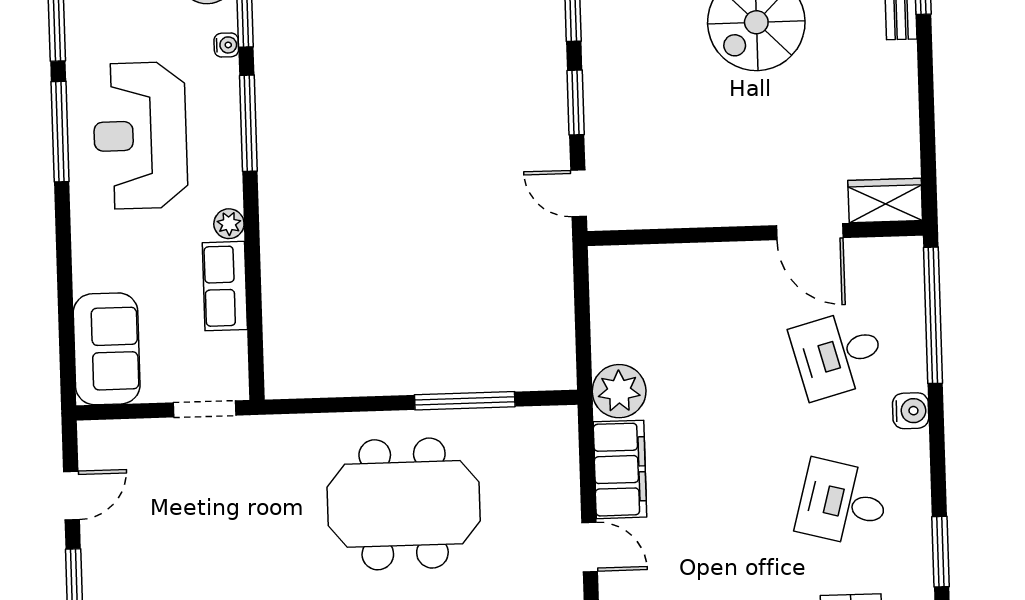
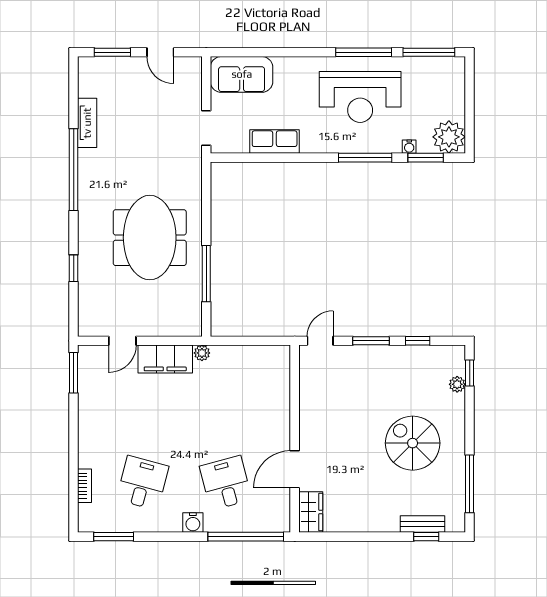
reception desk: (140, 136) -> (360, 97), turned 180
plant: (229, 224) -> (309, 145), removed
plant: (619, 391) -> (202, 353), width x0.53, depth x0.53

